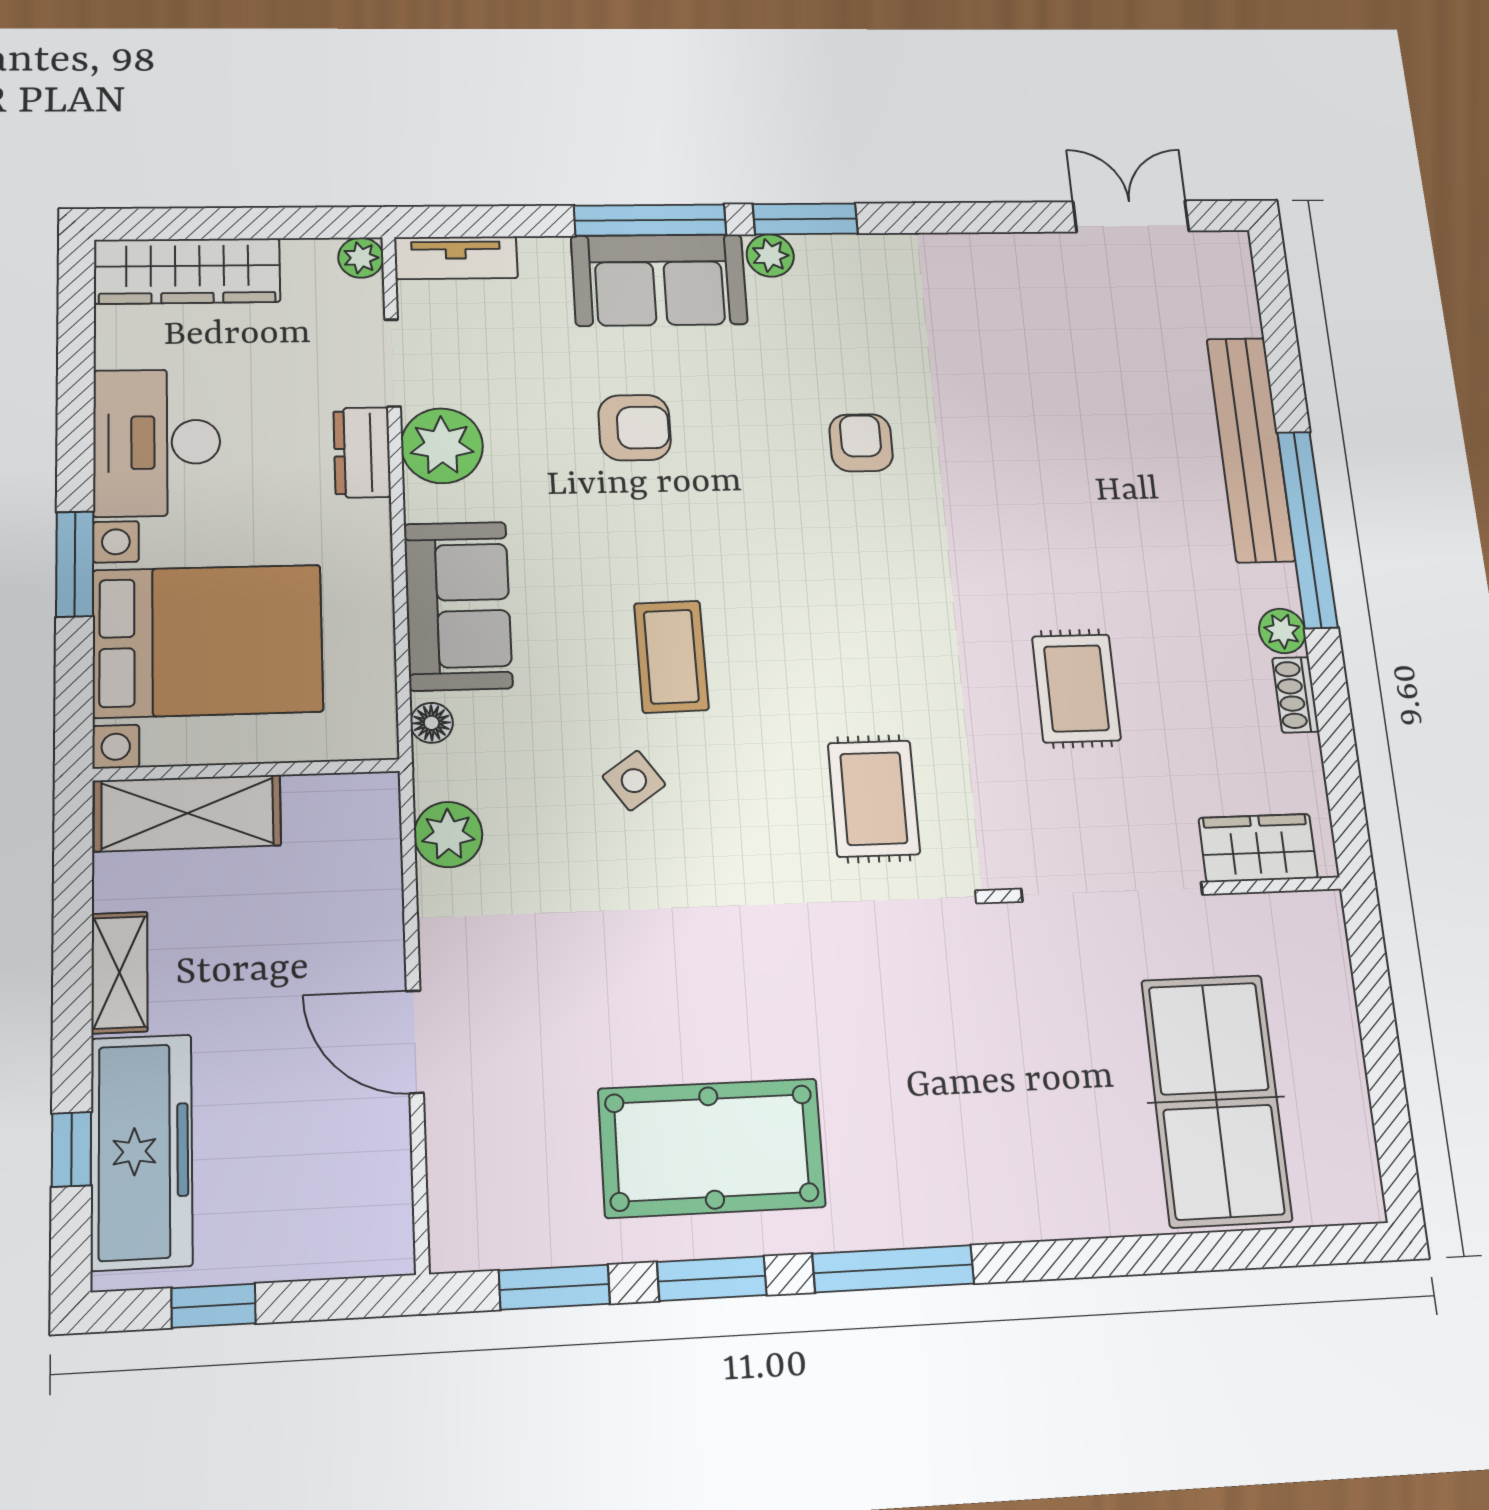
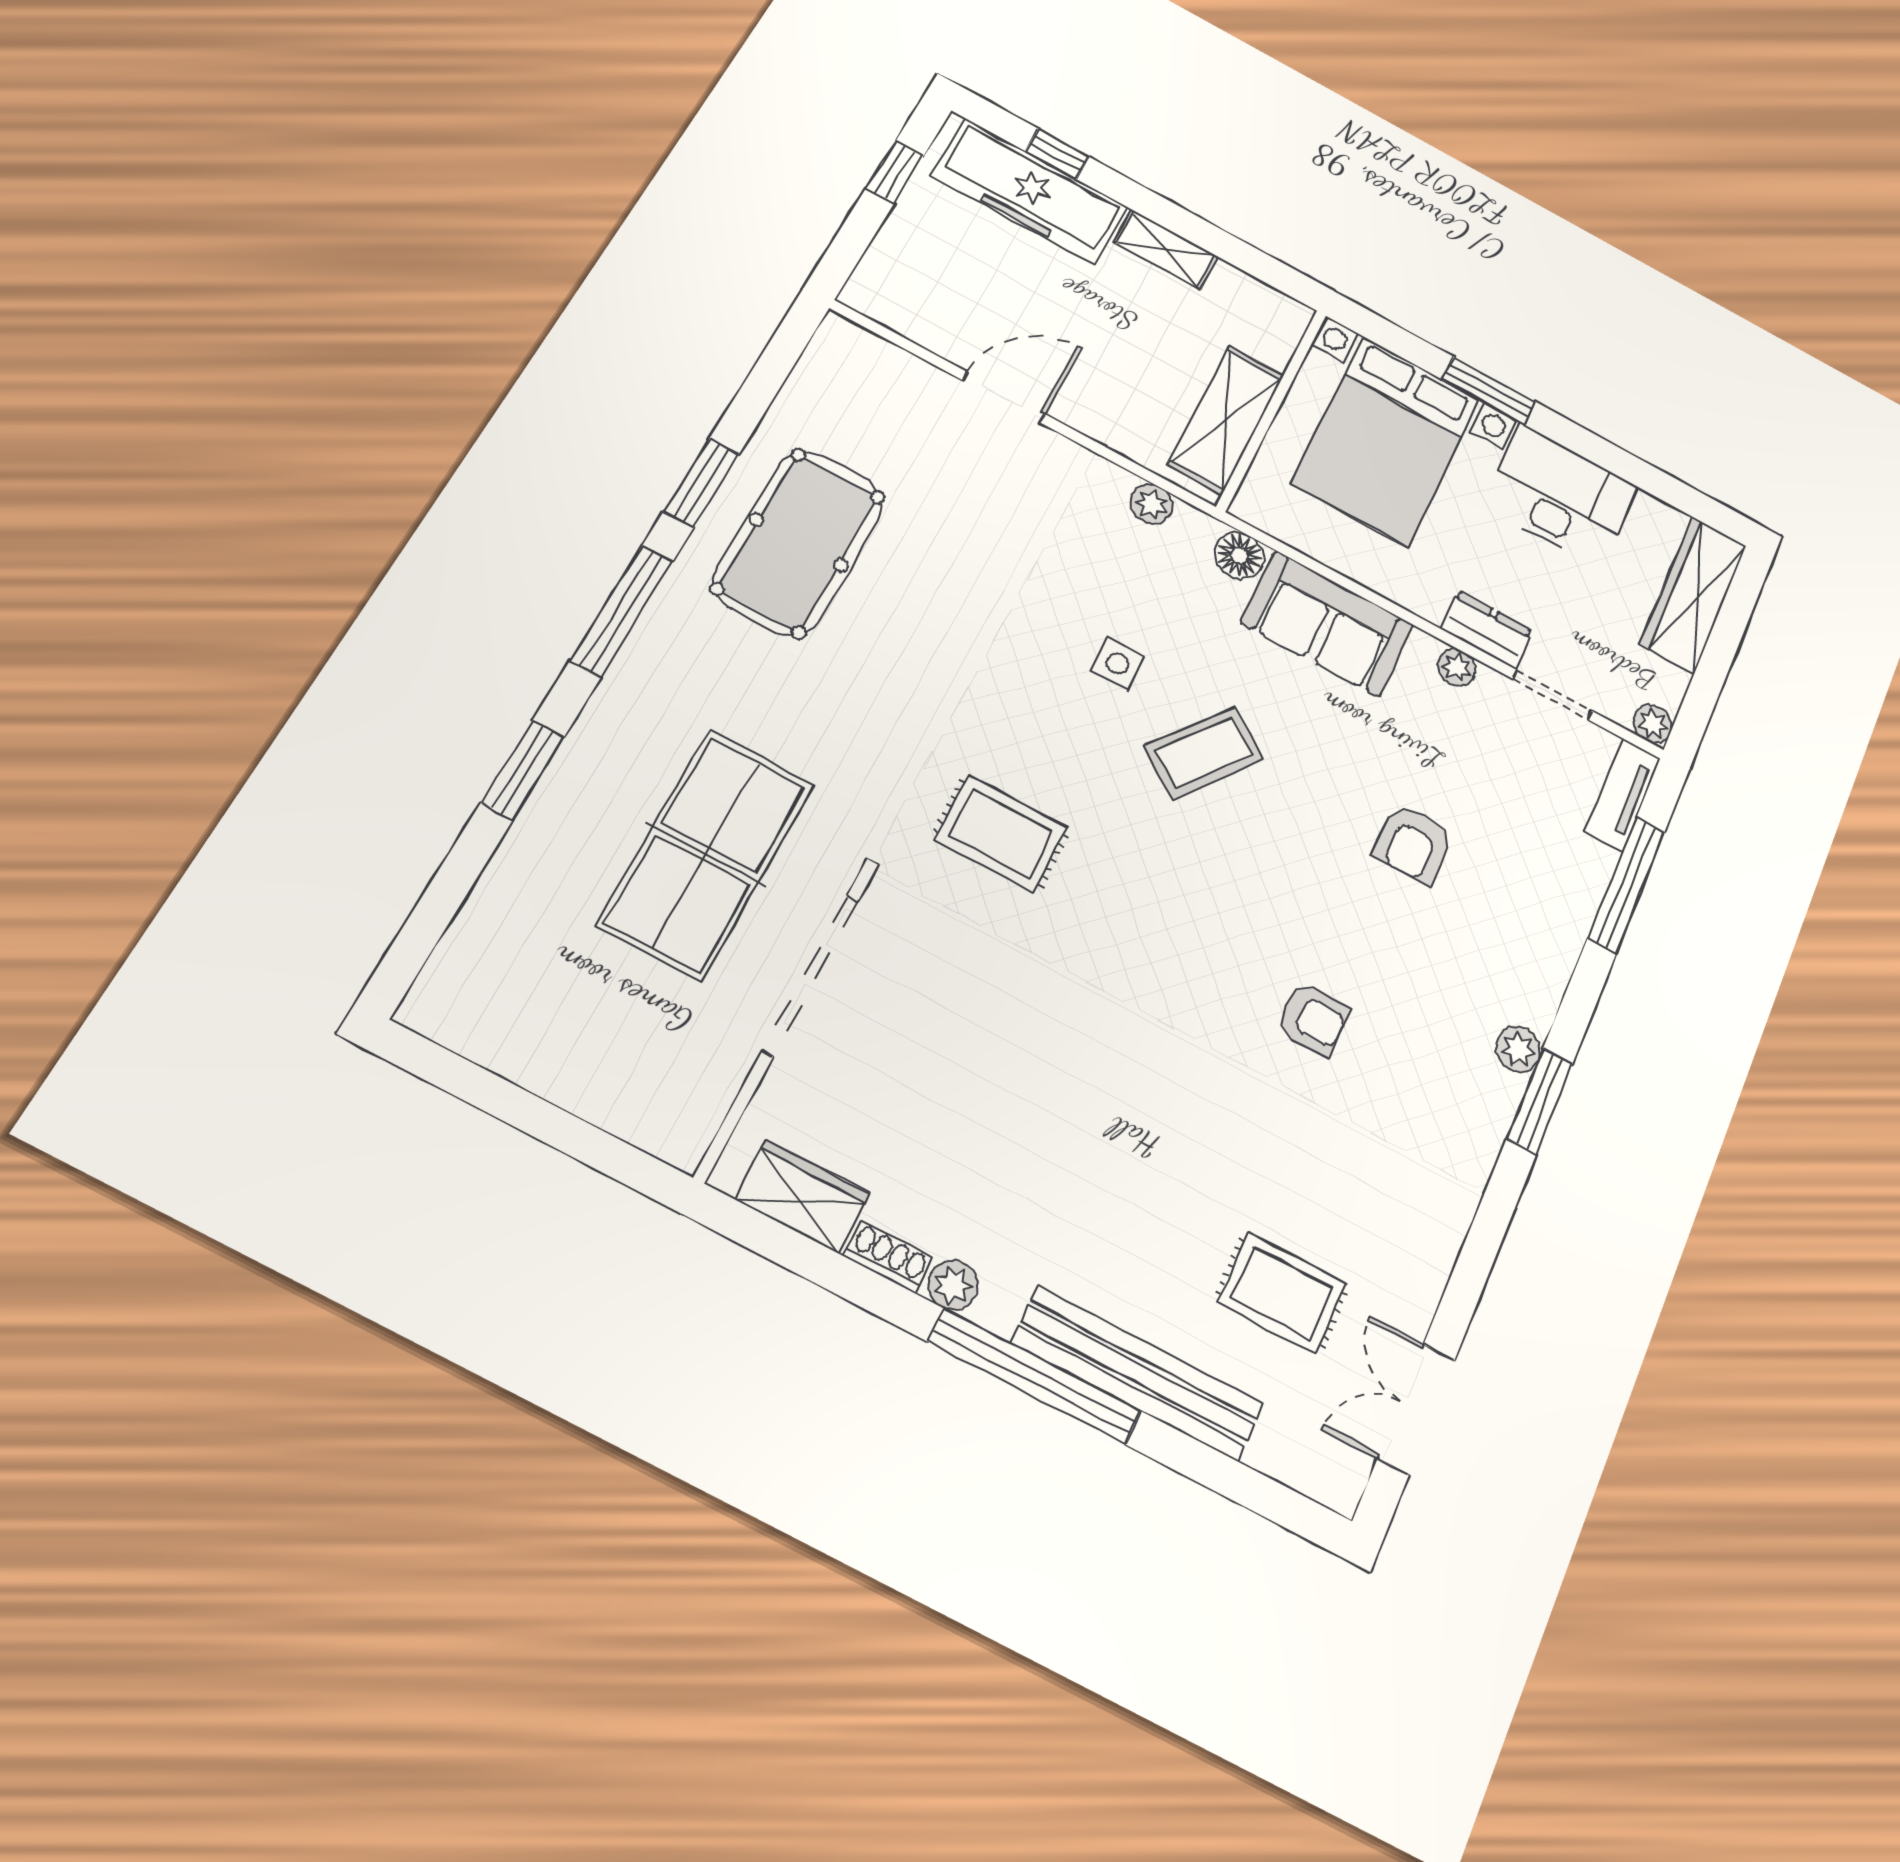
double door: (1131, 216) -> (1416, 1409), swing flipped
window: (650, 220) -> (1626, 885), moved
sofa: (659, 280) -> (1535, 943), removed
plant: (442, 446) -> (1457, 668), width x0.53, depth x0.53
coffee table: (671, 657) -> (1204, 753), turned -52
rug: (1076, 688) -> (1282, 1293), moved
floor lamp: (432, 723) -> (1239, 556), width x1.37, depth x1.37
side table: (634, 781) -> (1118, 663), turned 35
shelving: (187, 813) -> (1226, 420), moved
plant: (448, 835) -> (1151, 504), width x0.73, depth x0.73
wardrobe: (1258, 848) -> (802, 1196), moved, turned -90
table tennis table: (1216, 1100) -> (706, 854), moved, turned 90
window: (554, 1287) -> (523, 770), moved

